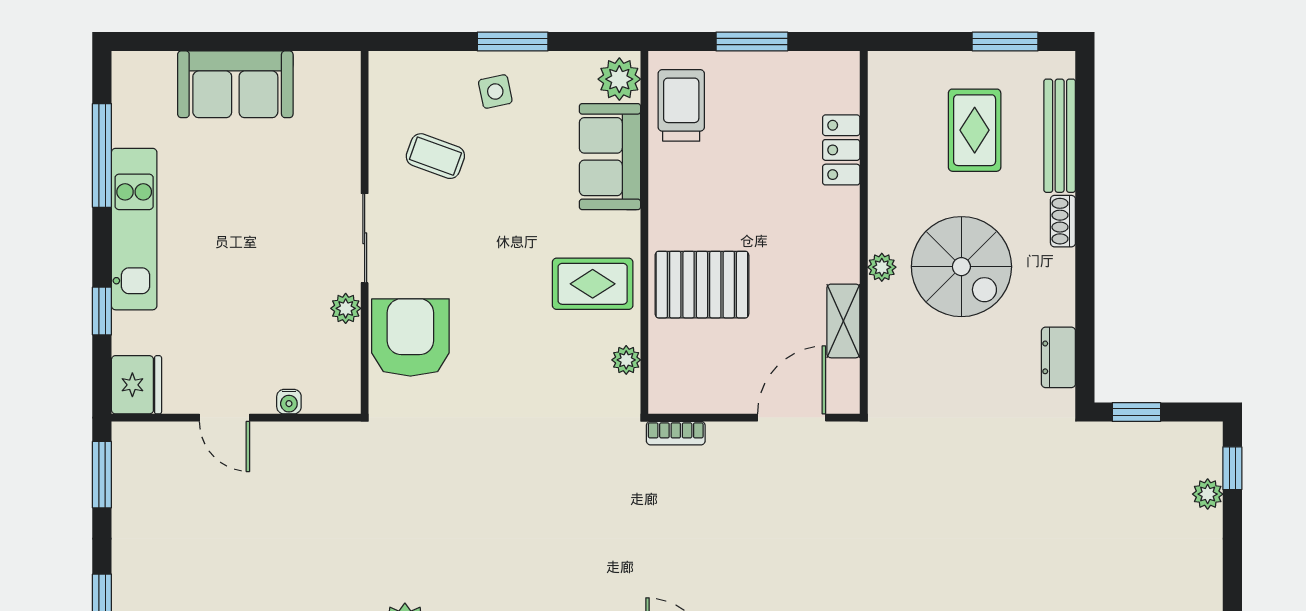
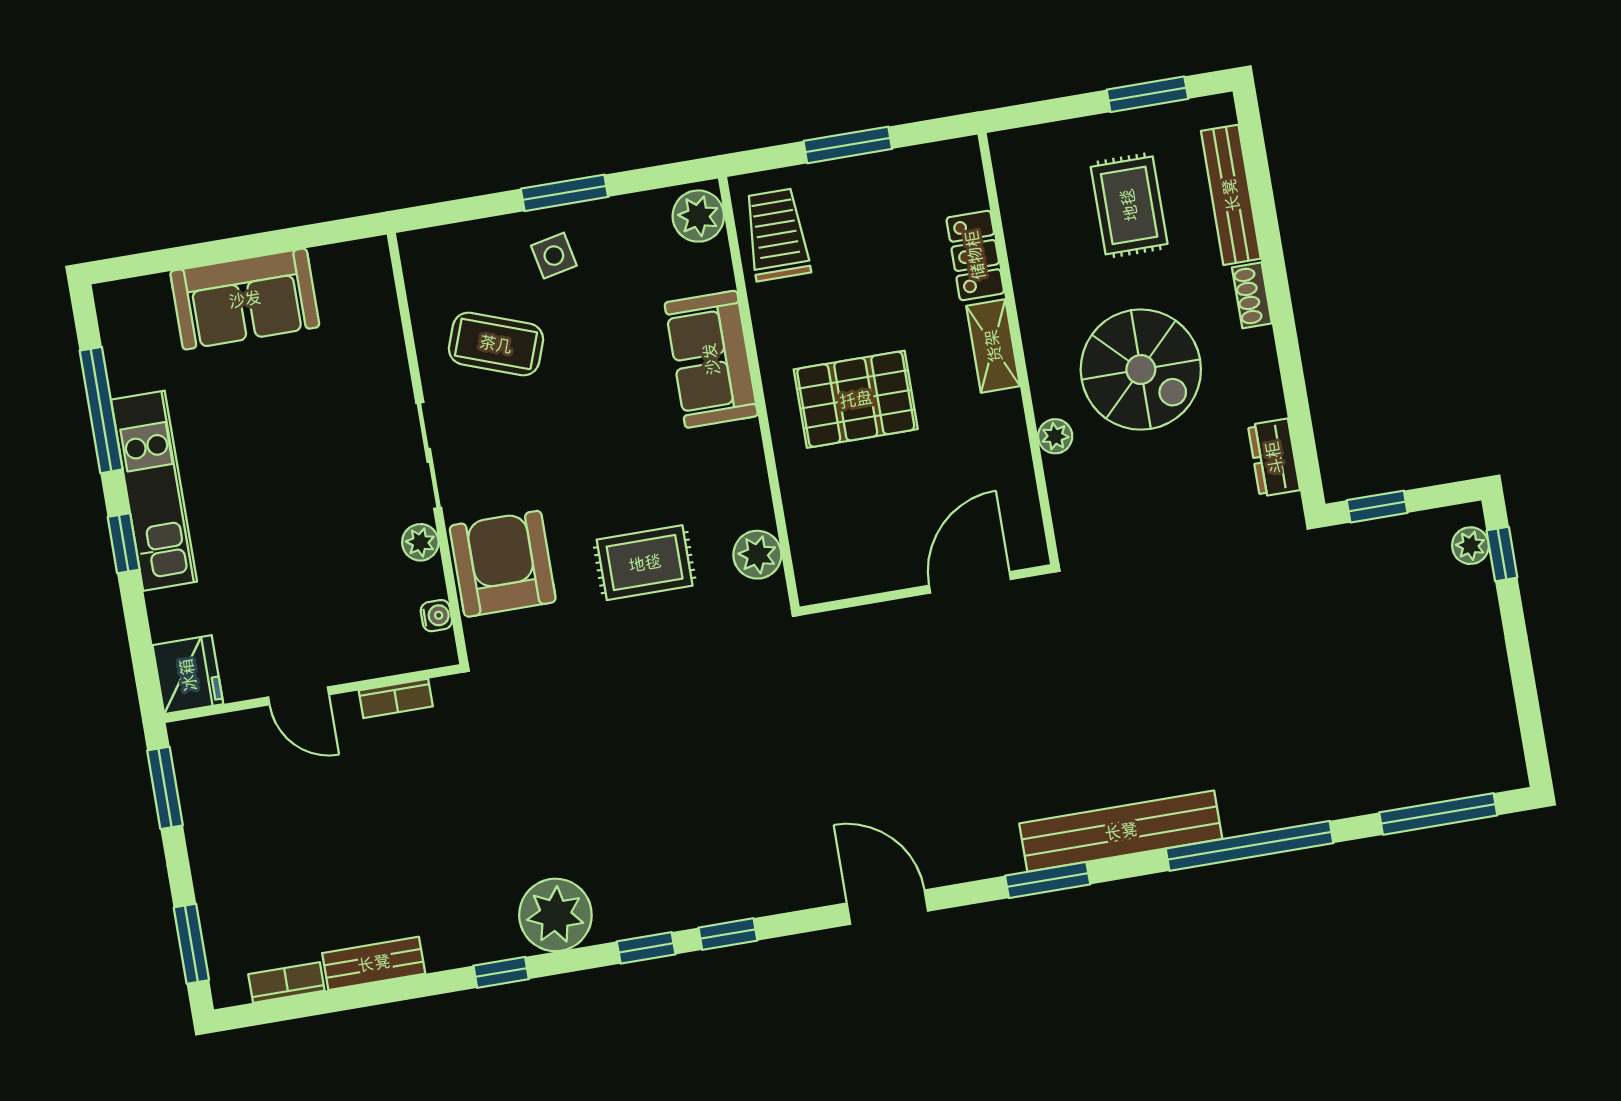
coffee table: (435, 156) -> (496, 344), width x1.36, depth x1.30
sofa: (610, 157) -> (711, 359), moved
plant: (882, 267) -> (1055, 436), moved
rug: (593, 284) -> (645, 563), moved
pallet: (702, 285) -> (856, 399), moved
window: (102, 311) -> (124, 543), moved
shelving: (843, 321) -> (993, 346), moved
plant: (626, 360) -> (757, 555), width x1.38, depth x1.38
water cooler: (289, 402) -> (436, 616), moved, turned -90
bookcase: (676, 433) -> (396, 698), moved
plant: (1208, 494) -> (1470, 546), moved

